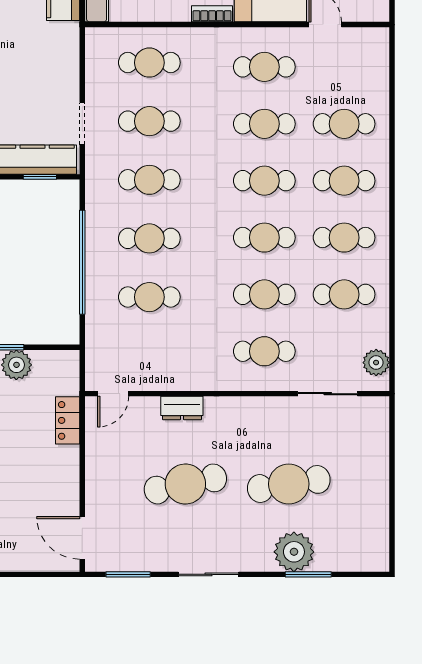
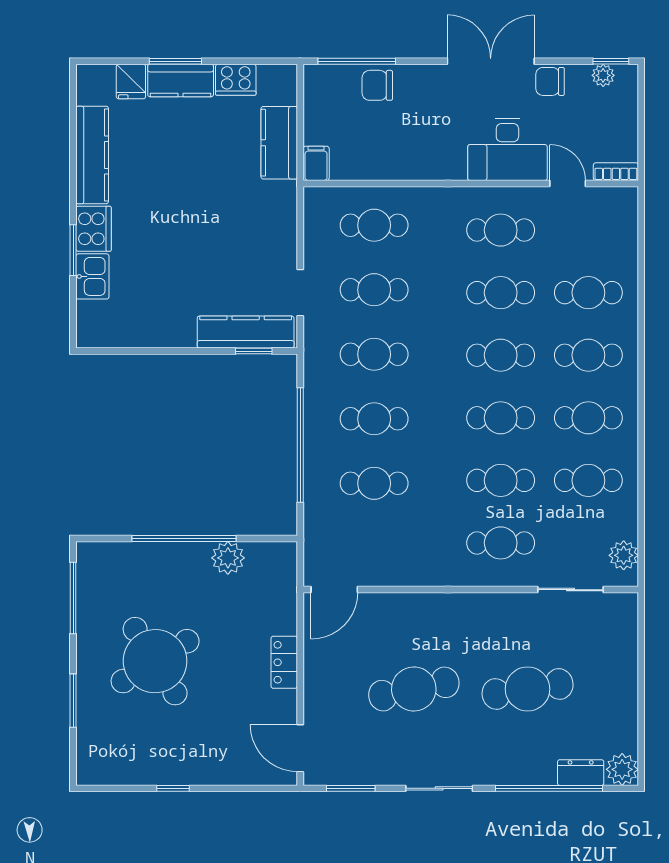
bookcase: (212, 14) -> (616, 172), moved
door: (113, 394) -> (334, 590), width x1.38
dresser: (182, 408) -> (581, 773), moved, turned 180
locker: (68, 420) -> (284, 662), moved
plant: (294, 552) -> (622, 769), moved, width x0.73, depth x0.73
window: (308, 574) -> (549, 788), width x2.11

